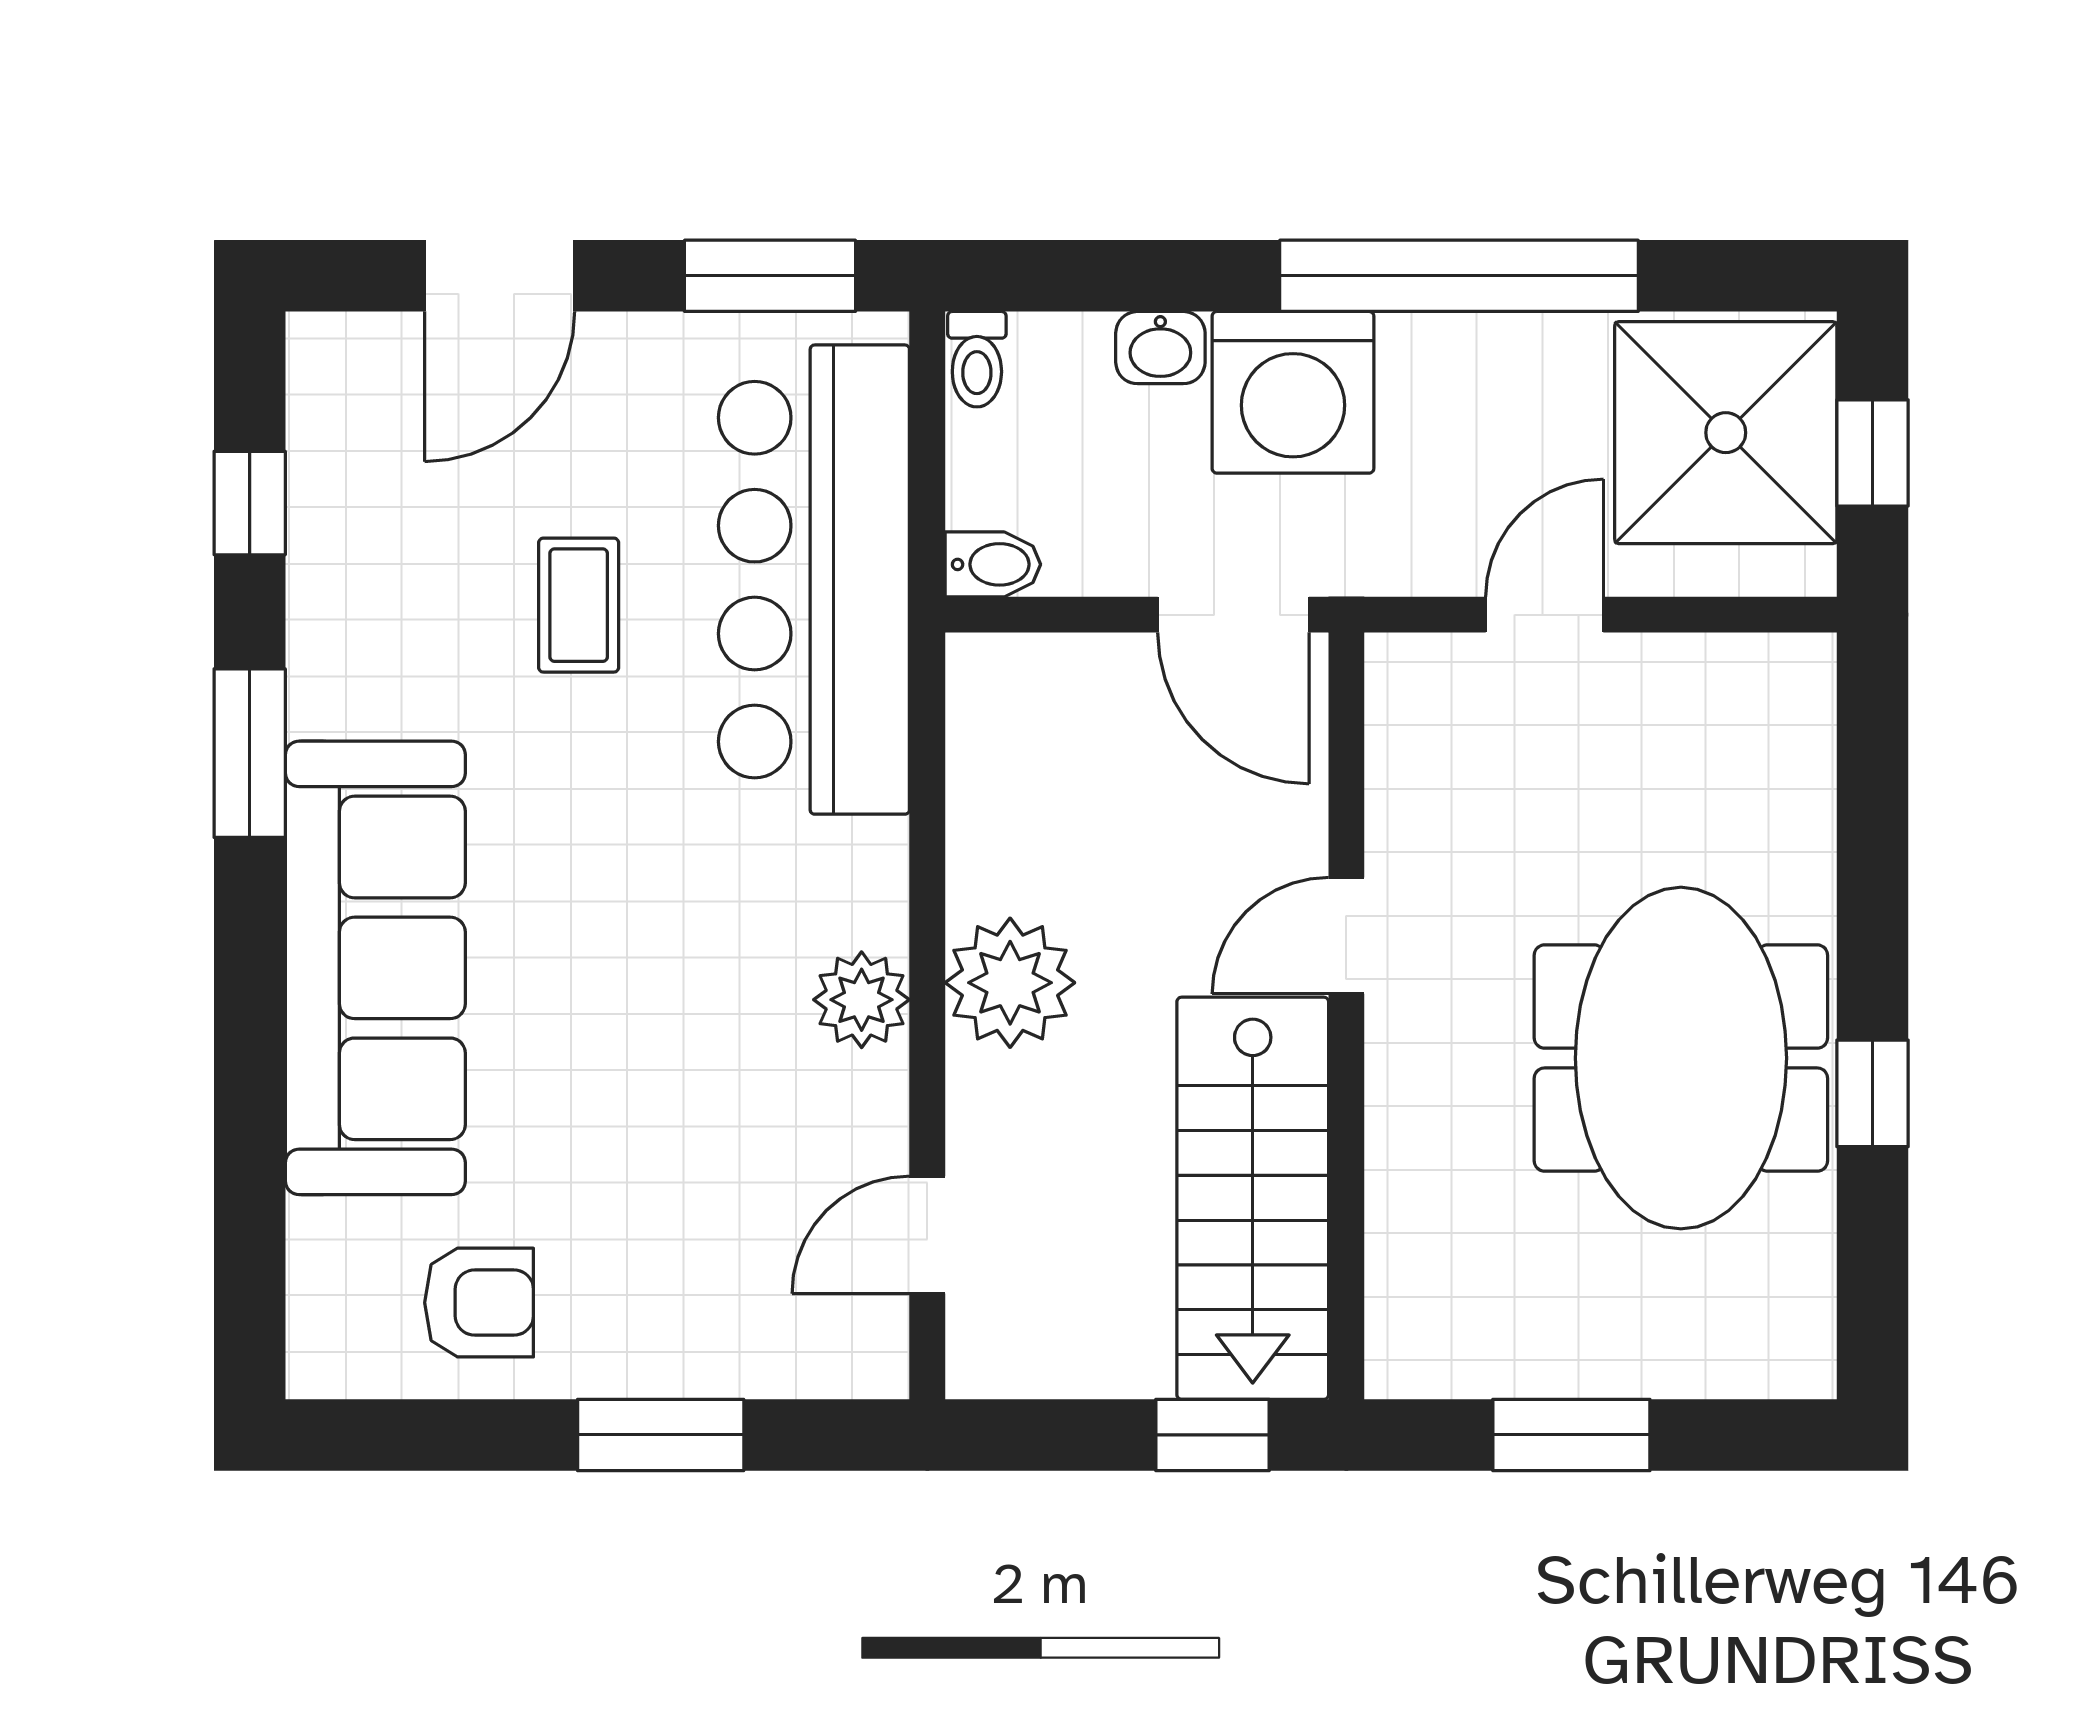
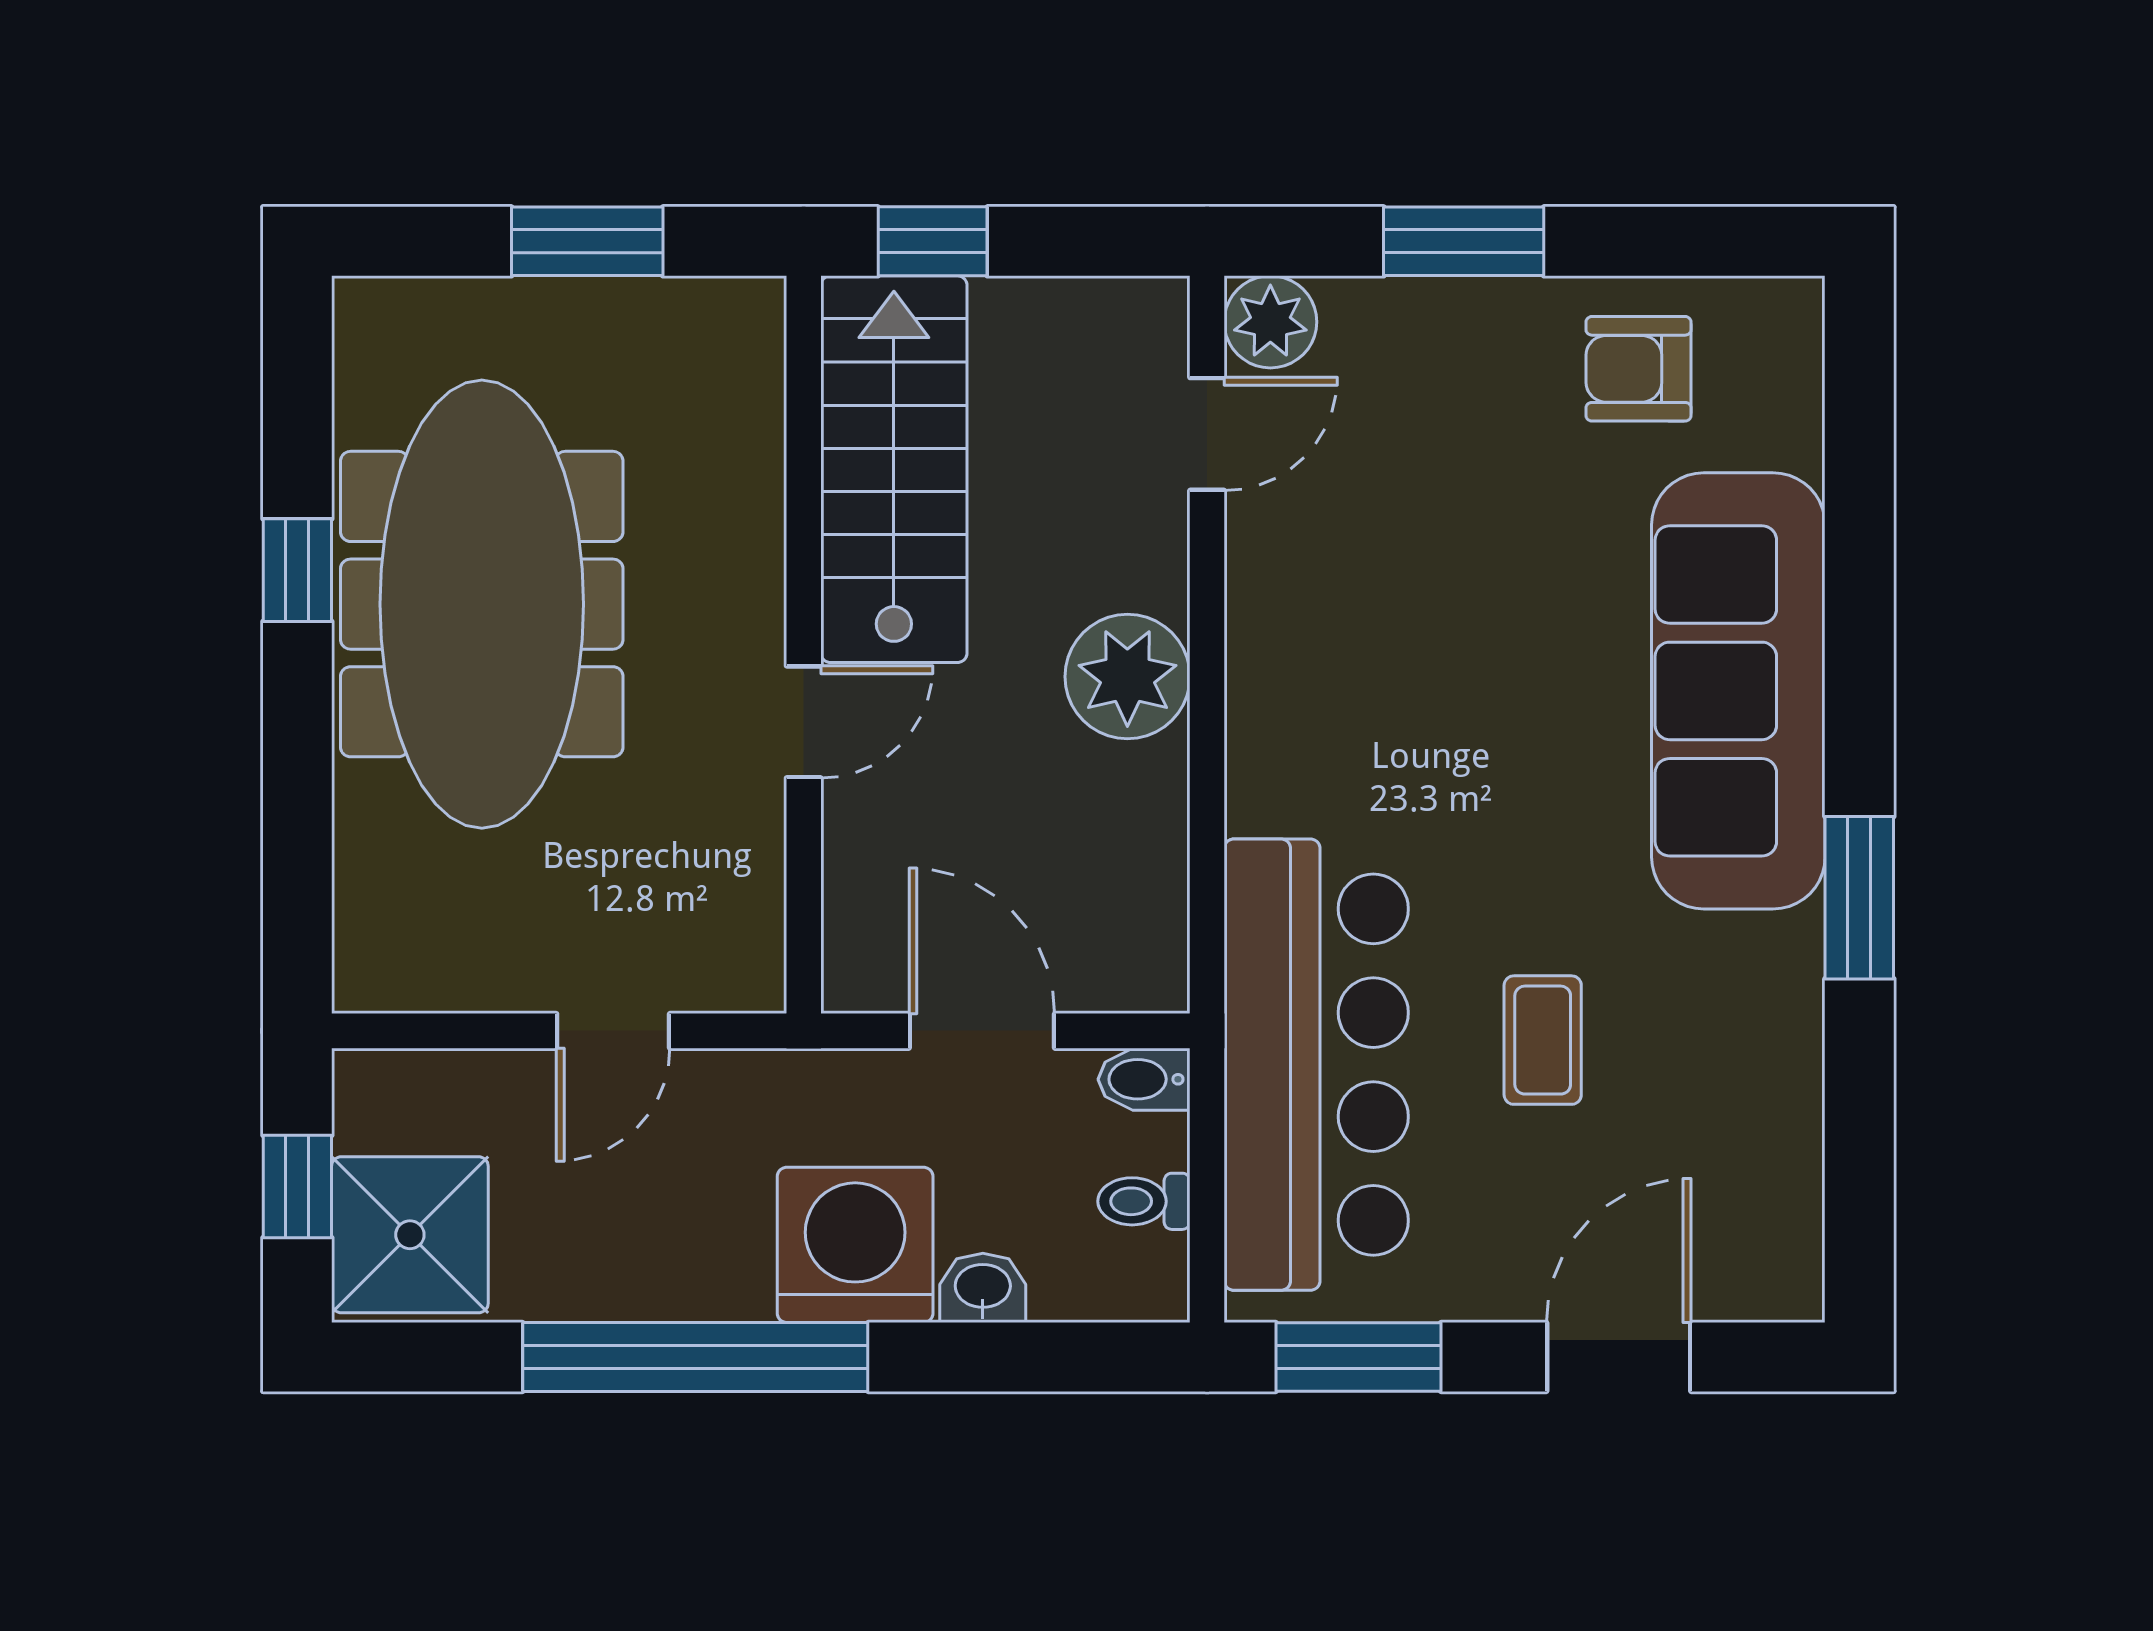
toilet: (977, 359) -> (1144, 1201), moved, turned -90
shower: (1726, 433) -> (410, 1235), width x0.73, depth x0.73
window: (250, 503) -> (1859, 1138), removed
door: (1233, 615) -> (982, 1031), moved
plant: (862, 1000) -> (1270, 322), moved
meeting table: (1681, 1058) -> (482, 604), width x1.36

